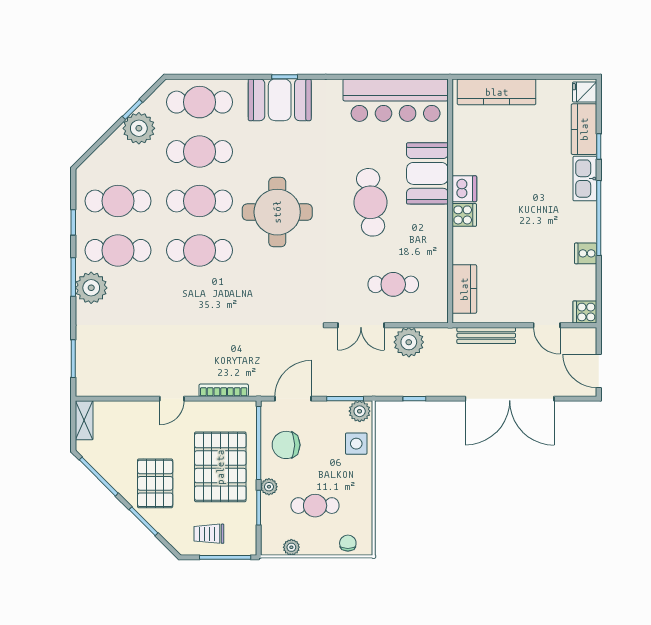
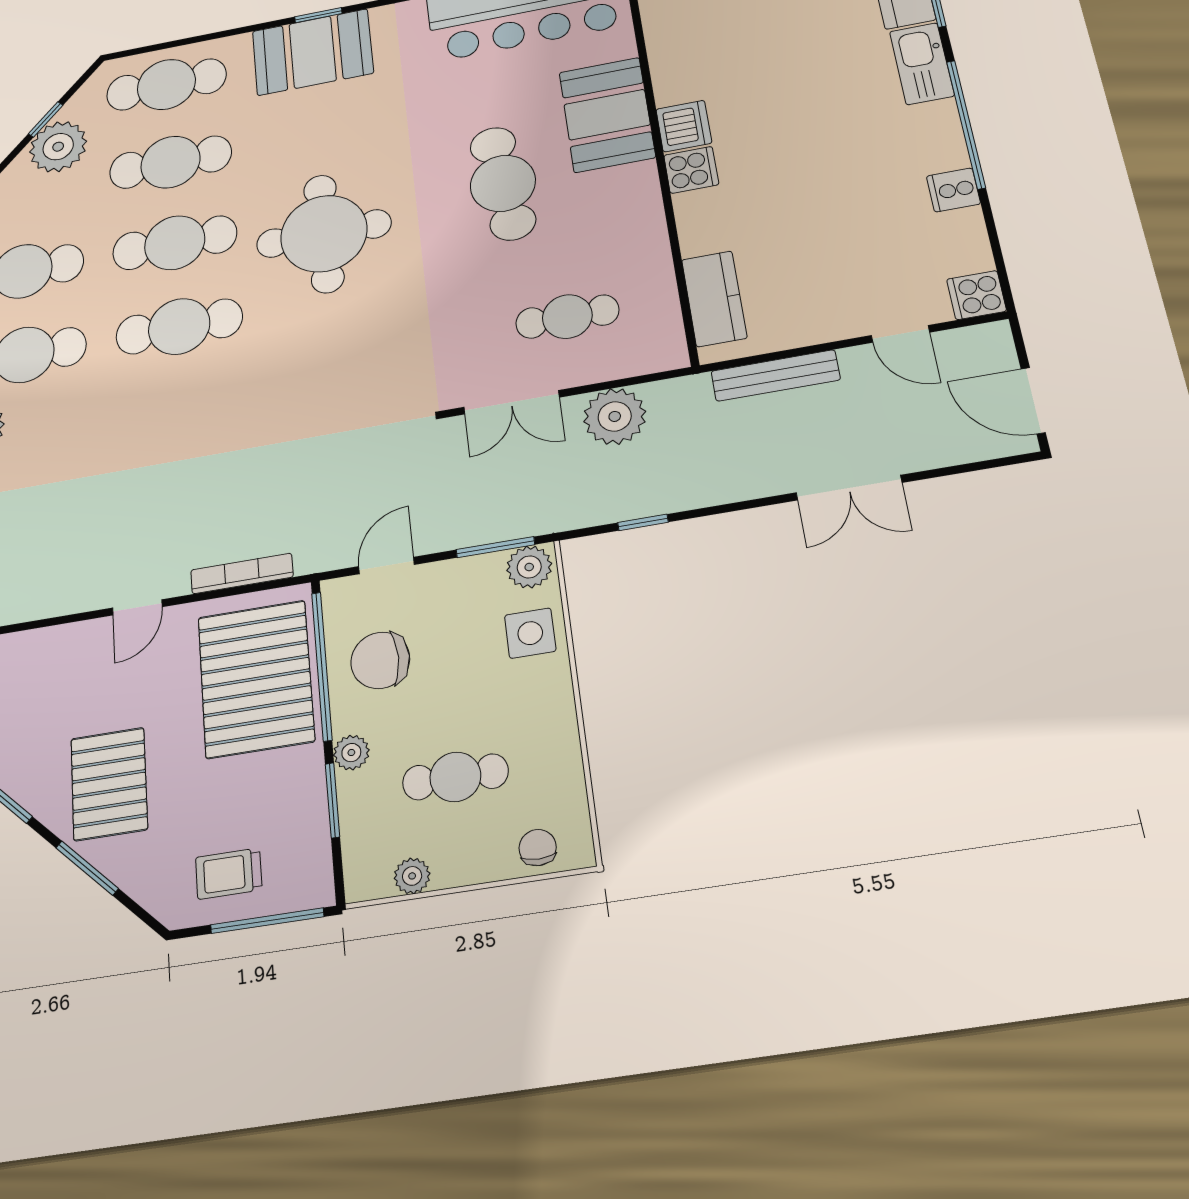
door: (293, 399) -> (387, 565), width x0.73
double door: (510, 399) -> (849, 488), width x0.54
pallet: (220, 467) -> (256, 679), moved

